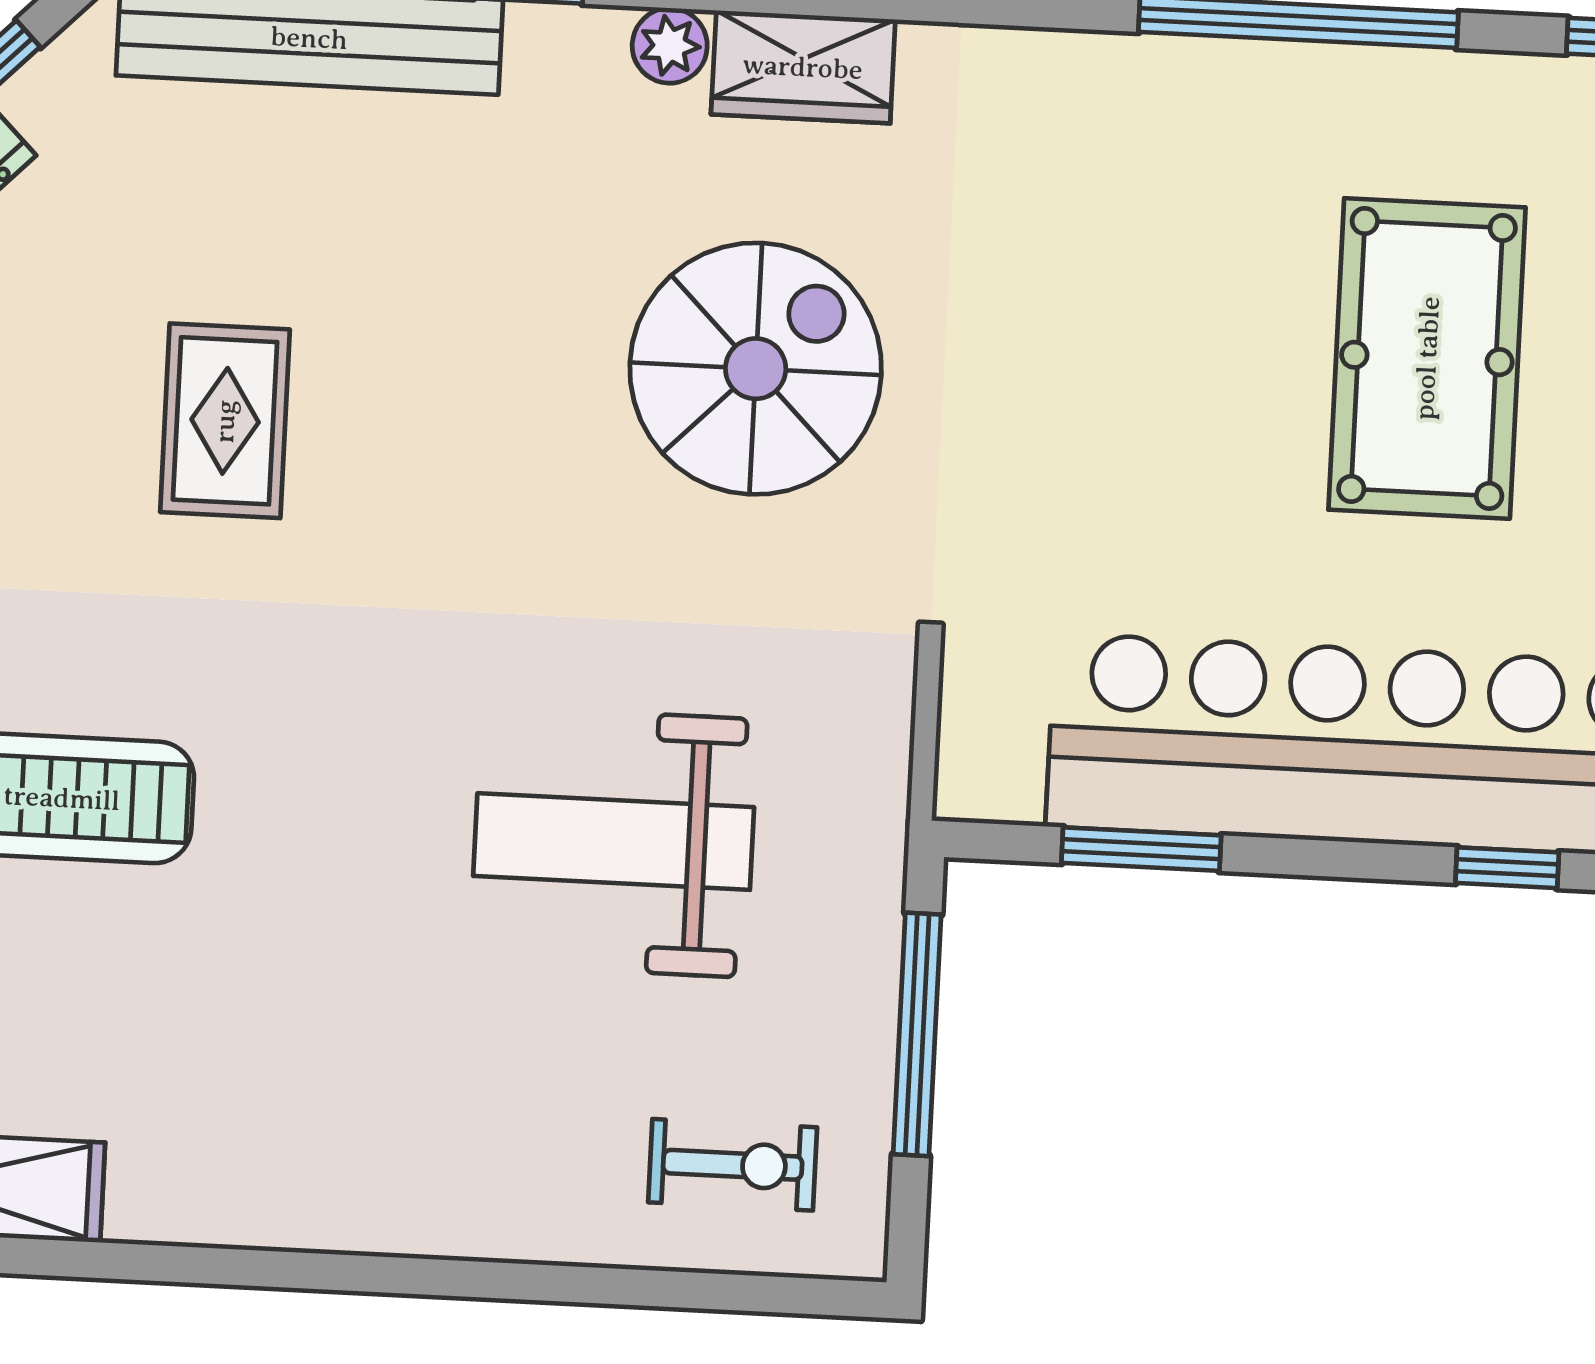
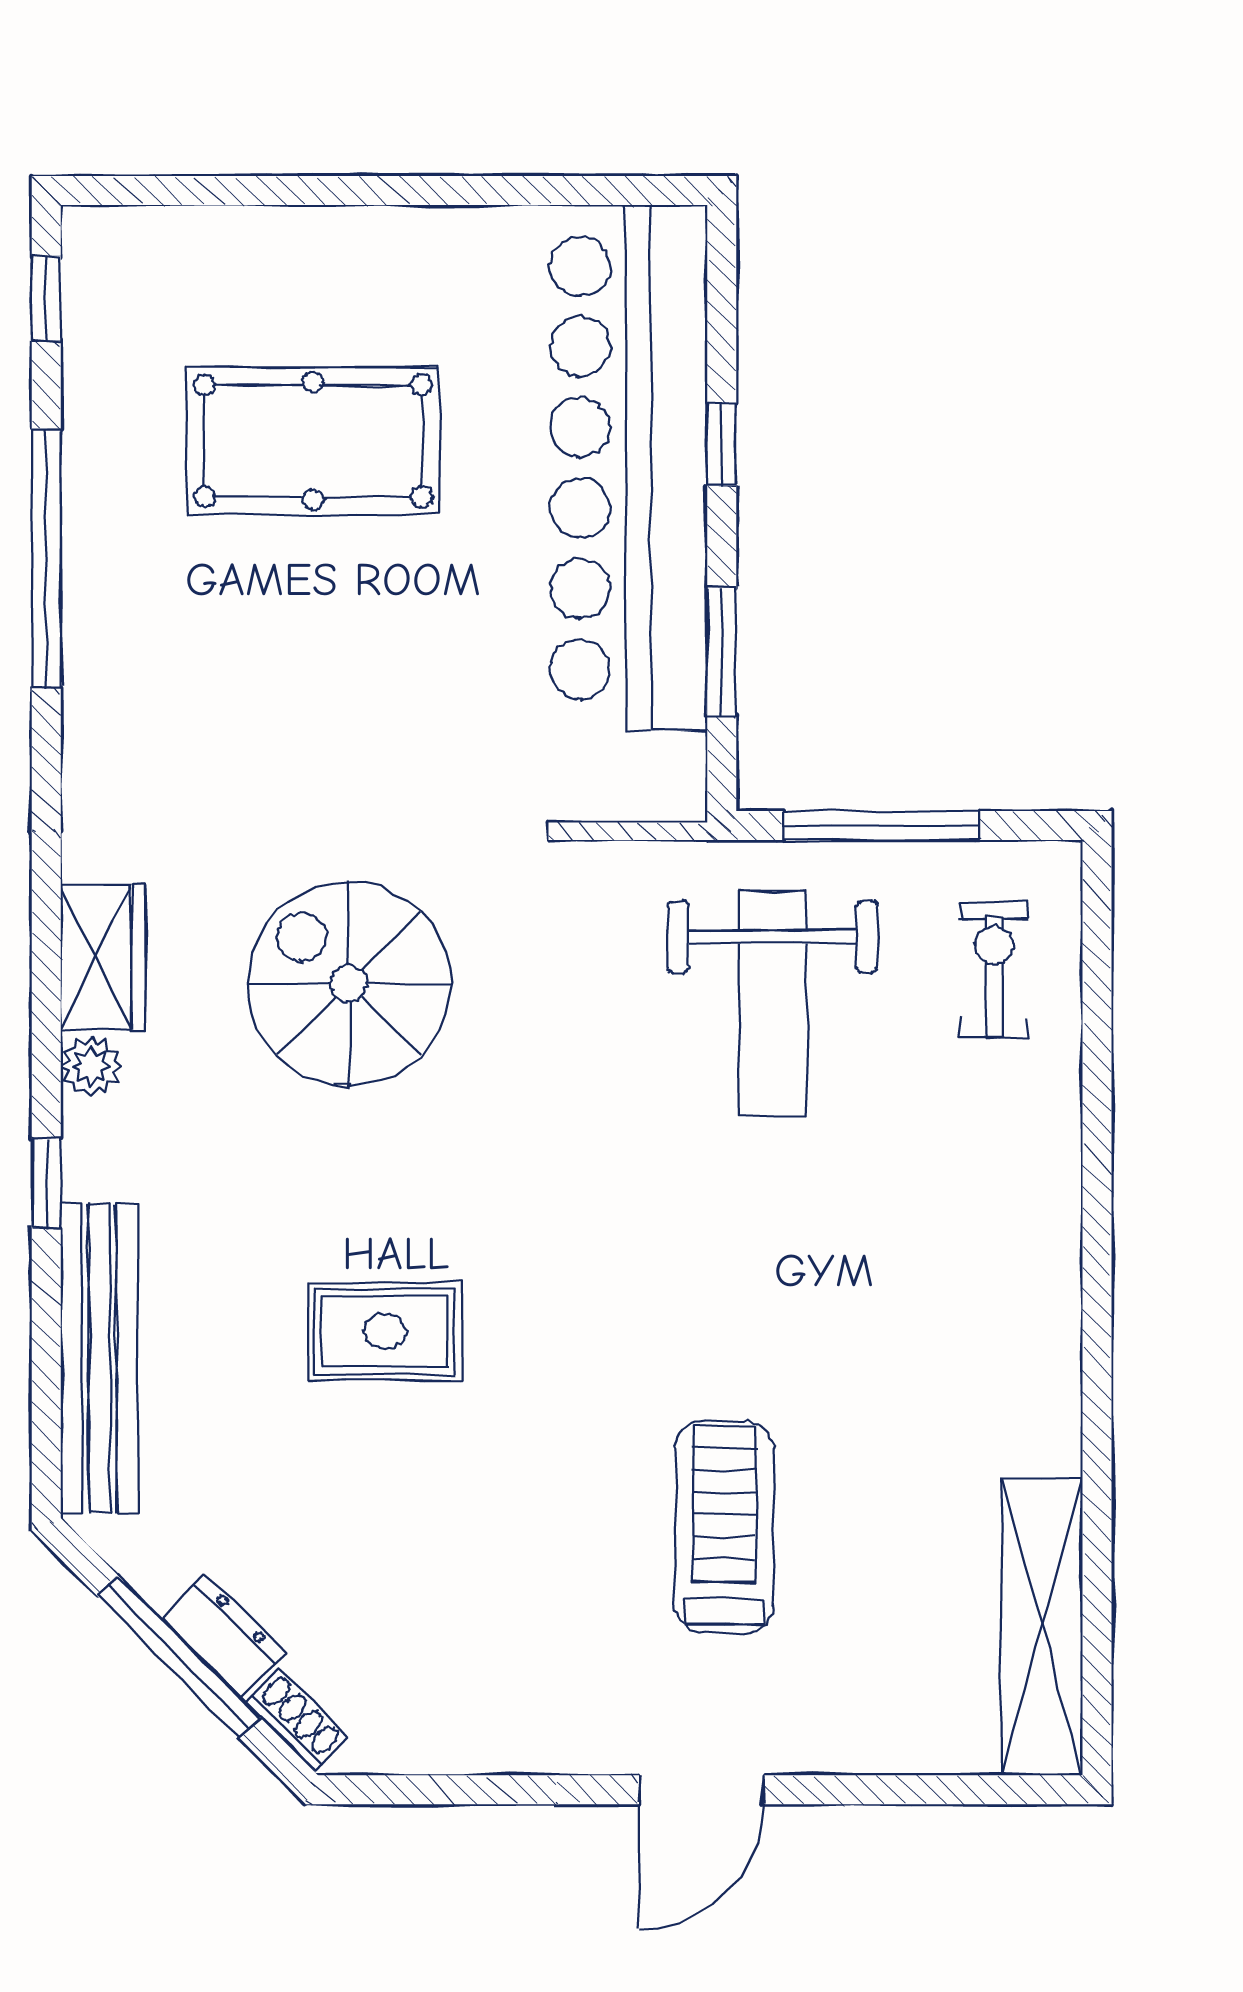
rug: (225, 421) -> (385, 1332), moved
weight bench: (614, 842) -> (773, 1004), moved
window: (1507, 868) -> (722, 444), moved

